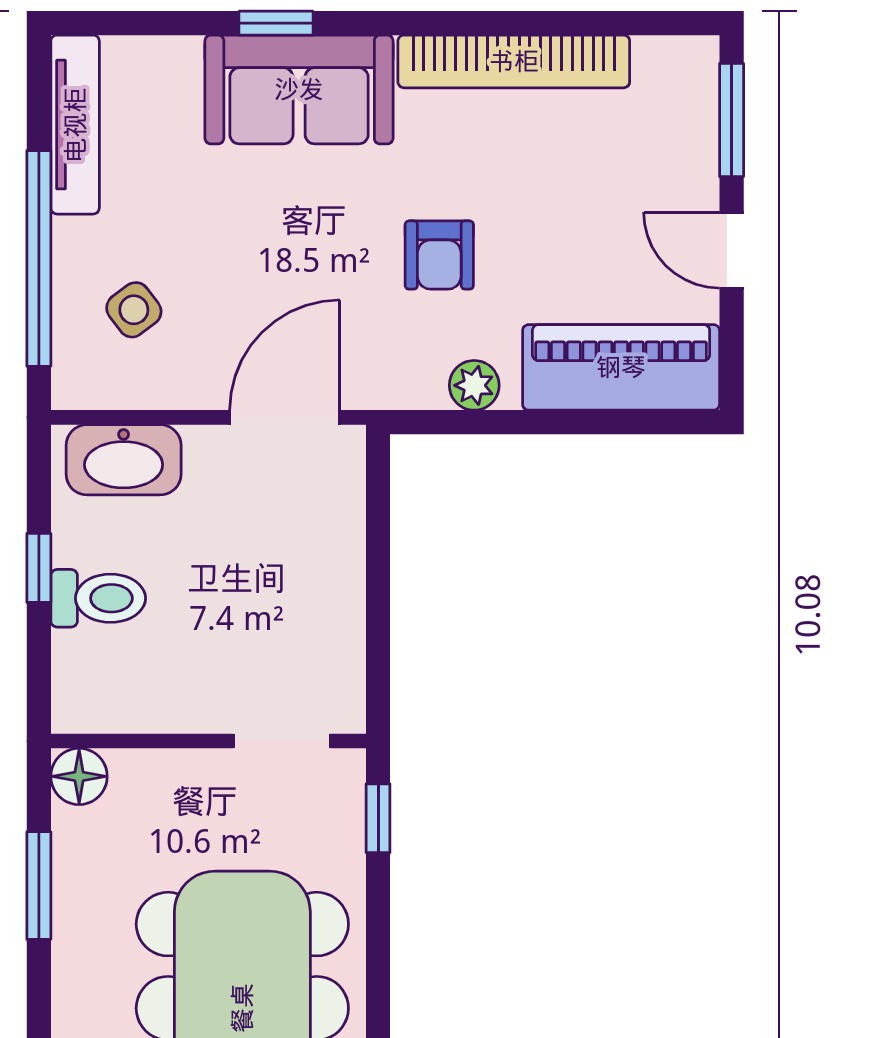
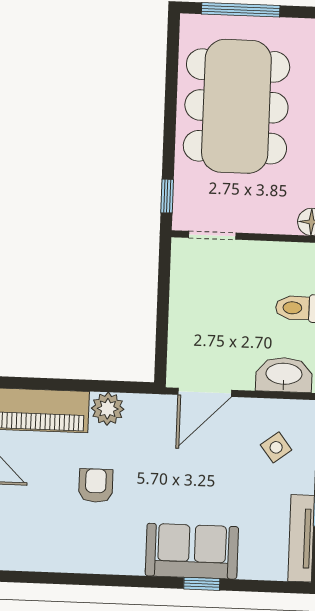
bookcase: (514, 61) -> (87, 561), removed
armchair: (439, 255) -> (96, 485), moved
plant: (474, 385) -> (108, 409), width x1.38, depth x1.38

